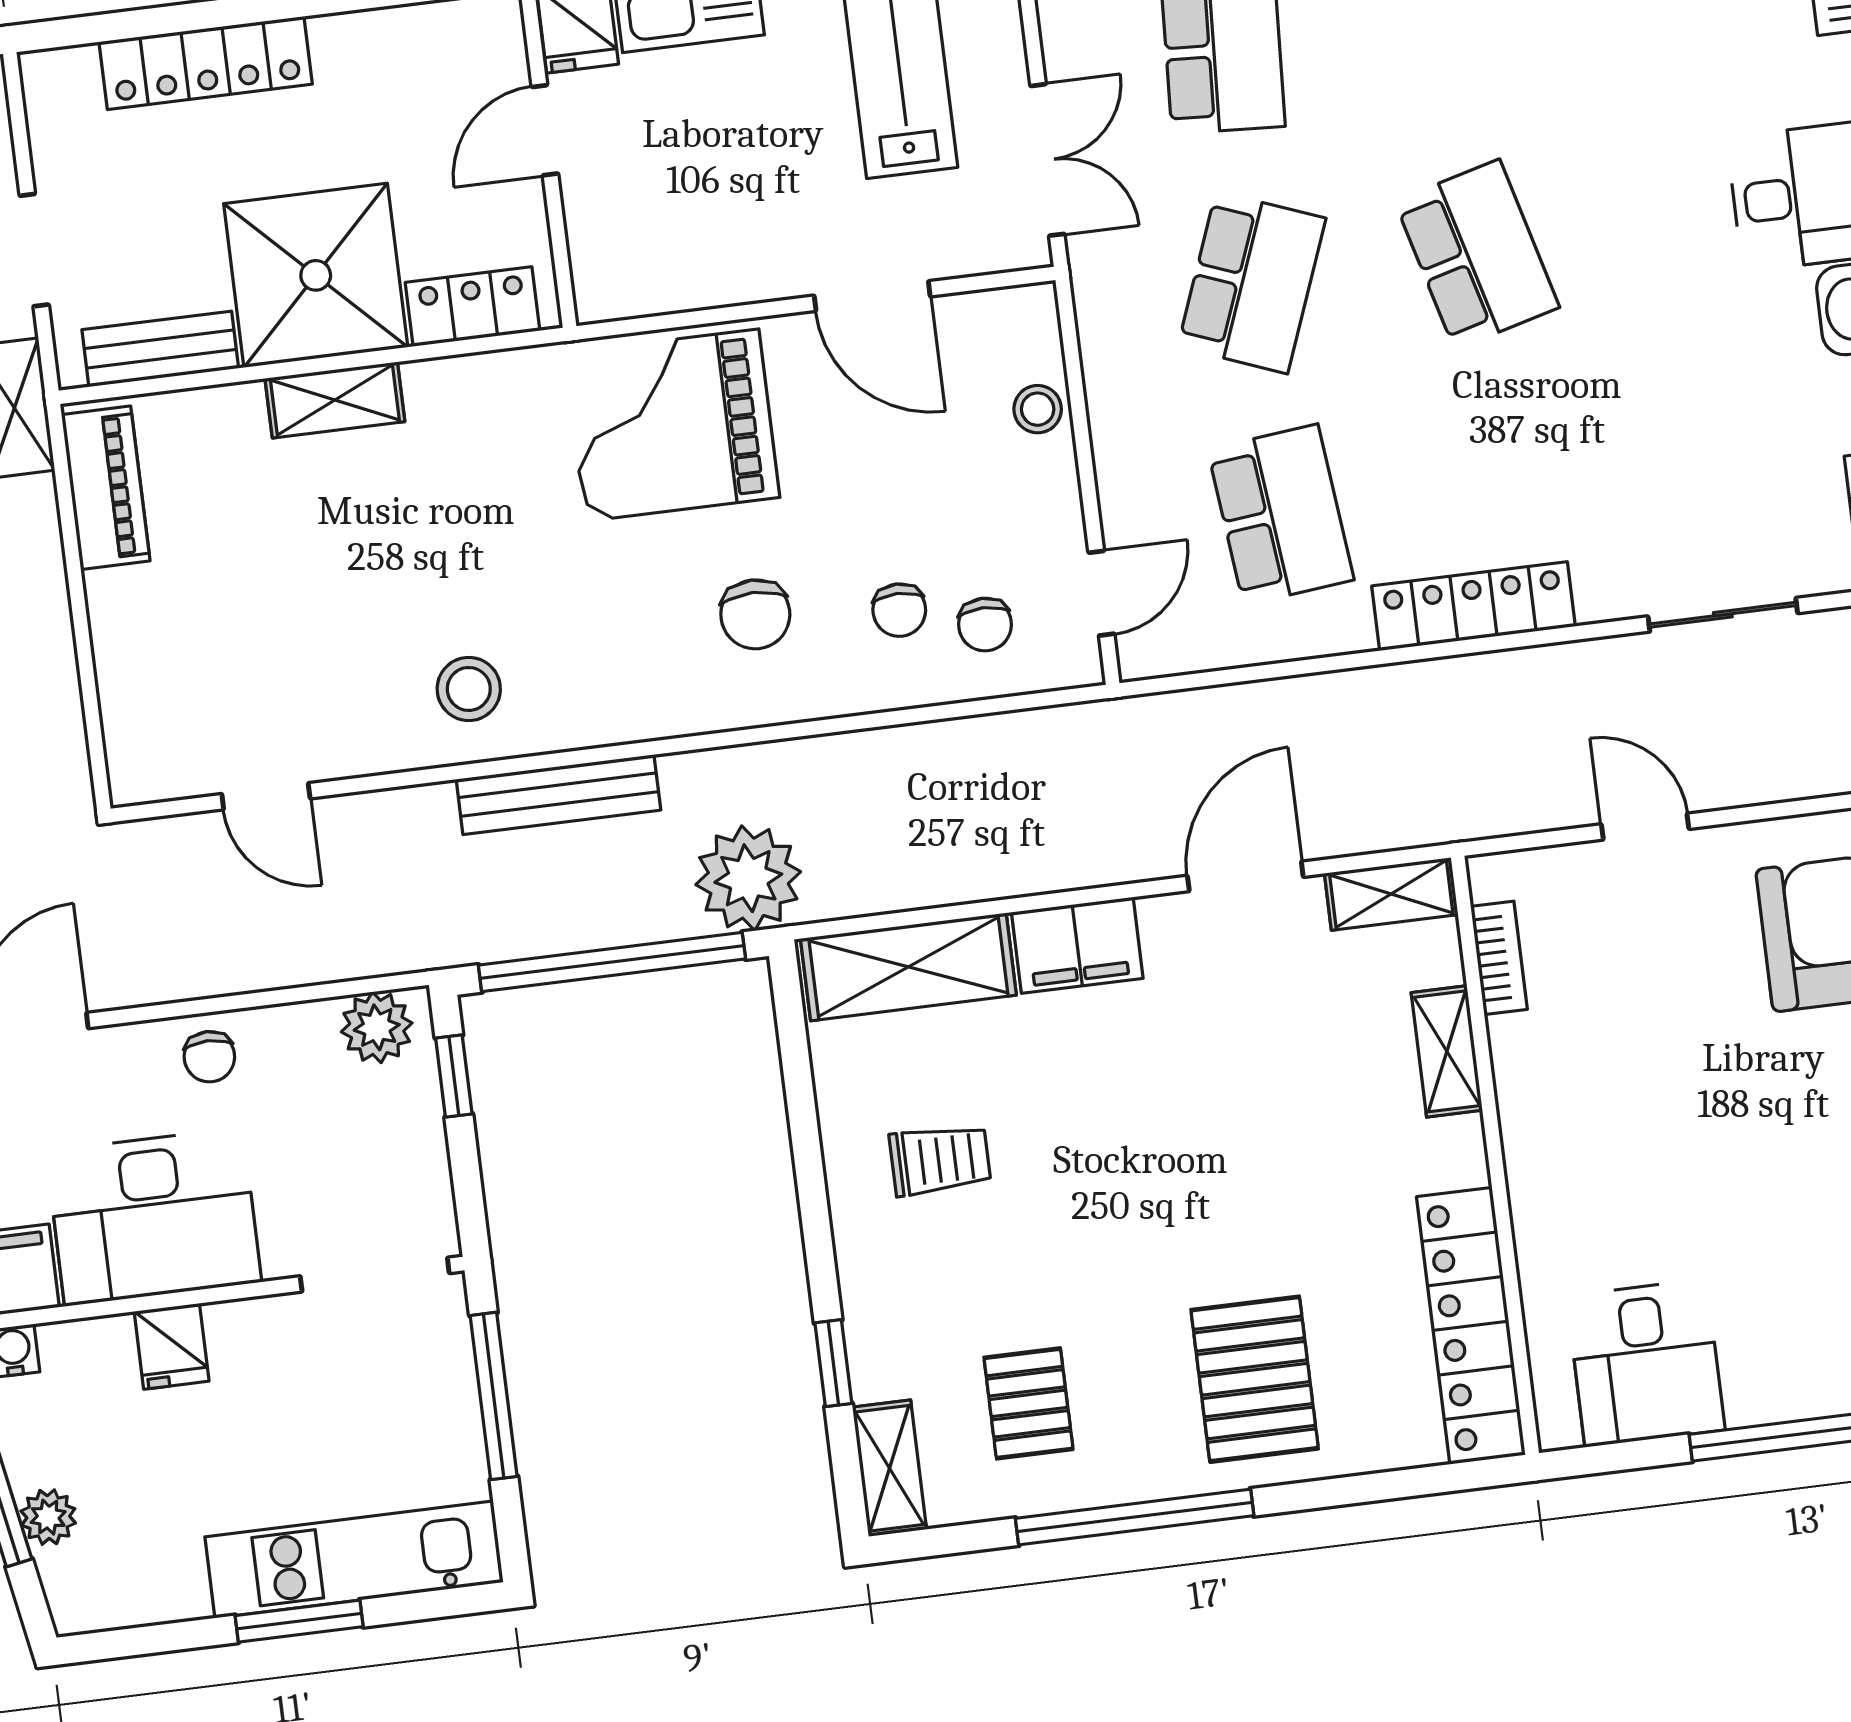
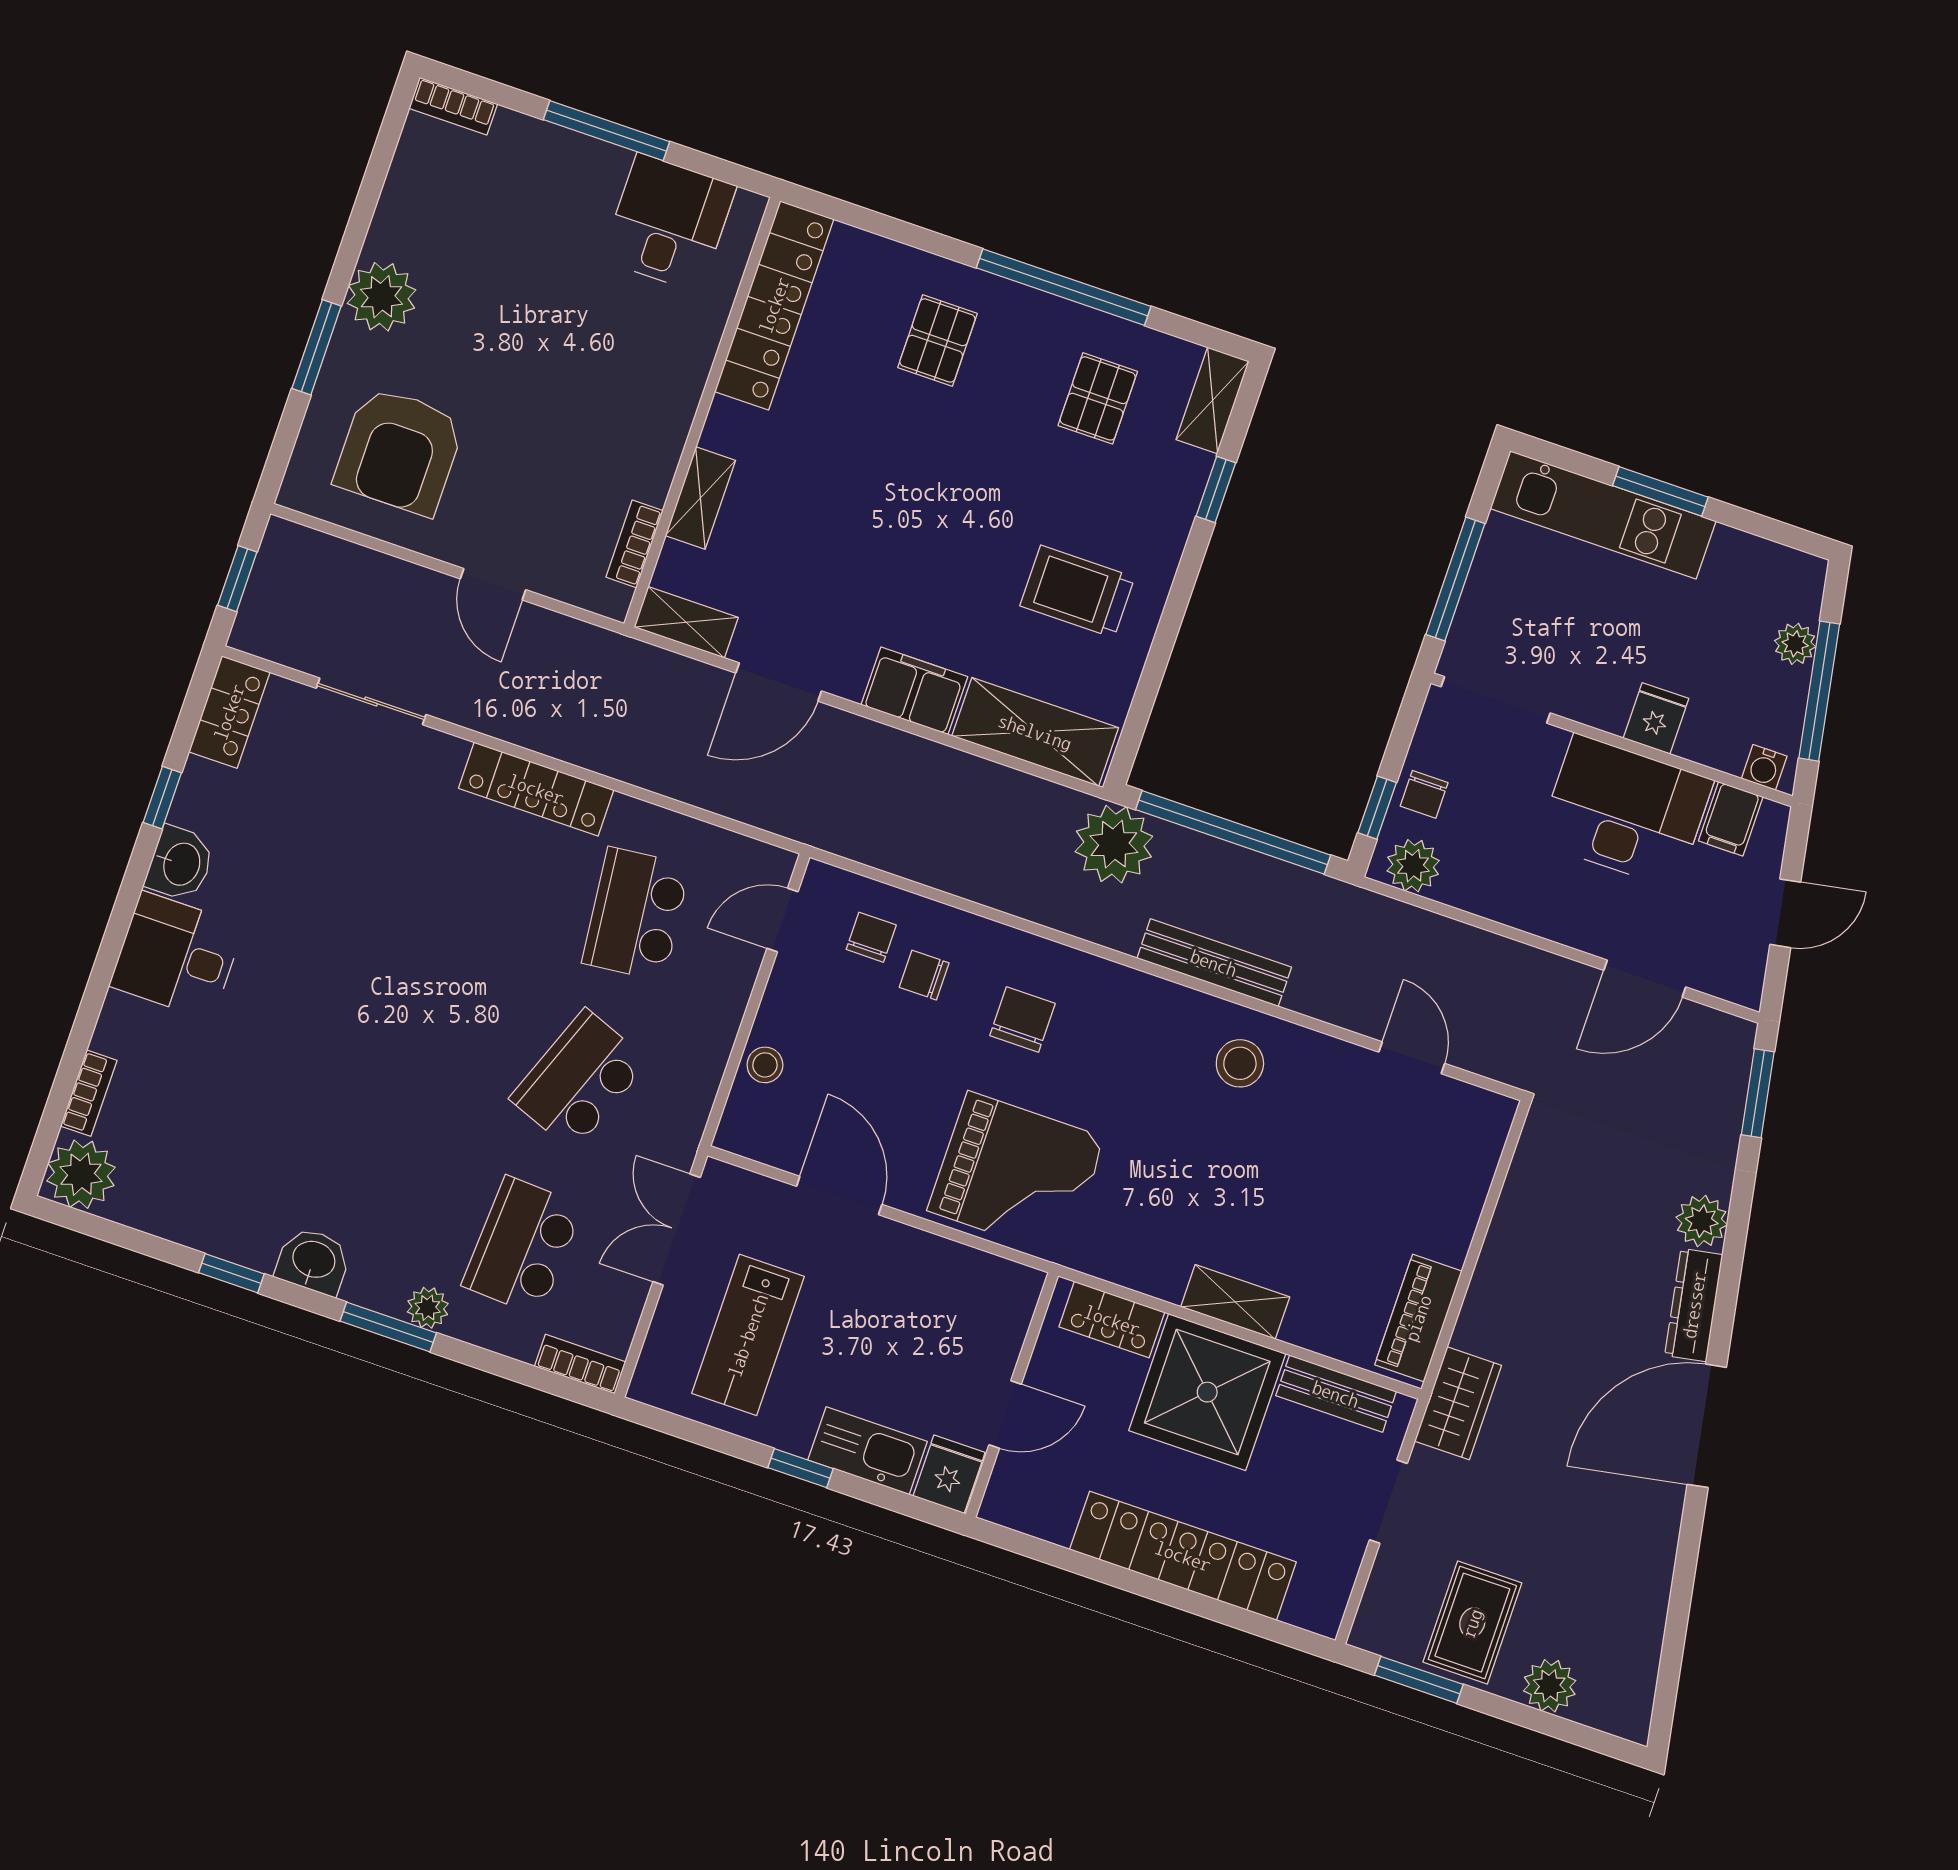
locker: (206, 63) -> (1183, 1556), width x1.41, depth x1.21
school desk: (1477, 254) -> (418, 1025), removed
chair: (899, 610) -> (924, 975), turned -90
chair: (209, 1057) -> (1424, 794), moved, turned 180
trolley: (940, 1160) -> (1077, 591), width x1.36, depth x1.39
pallet: (1255, 1379) -> (937, 340), width x0.67, depth x0.71

